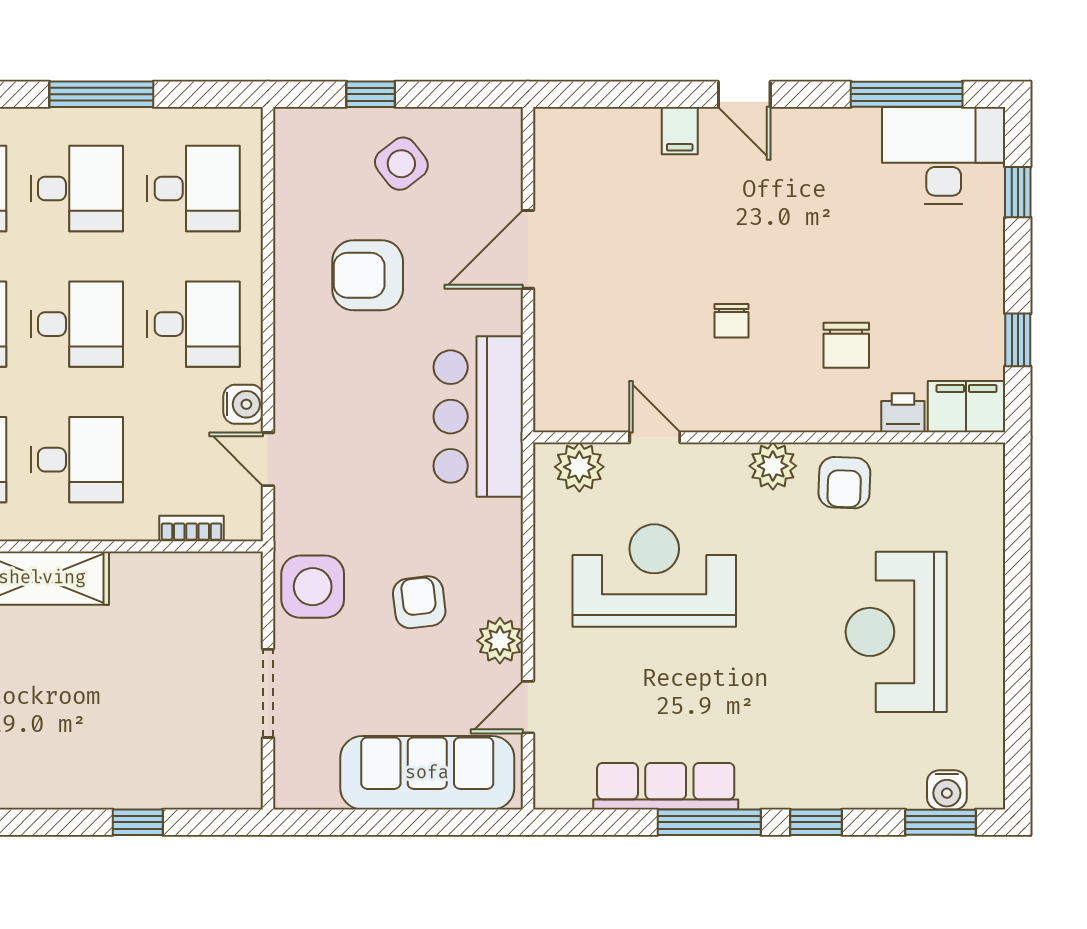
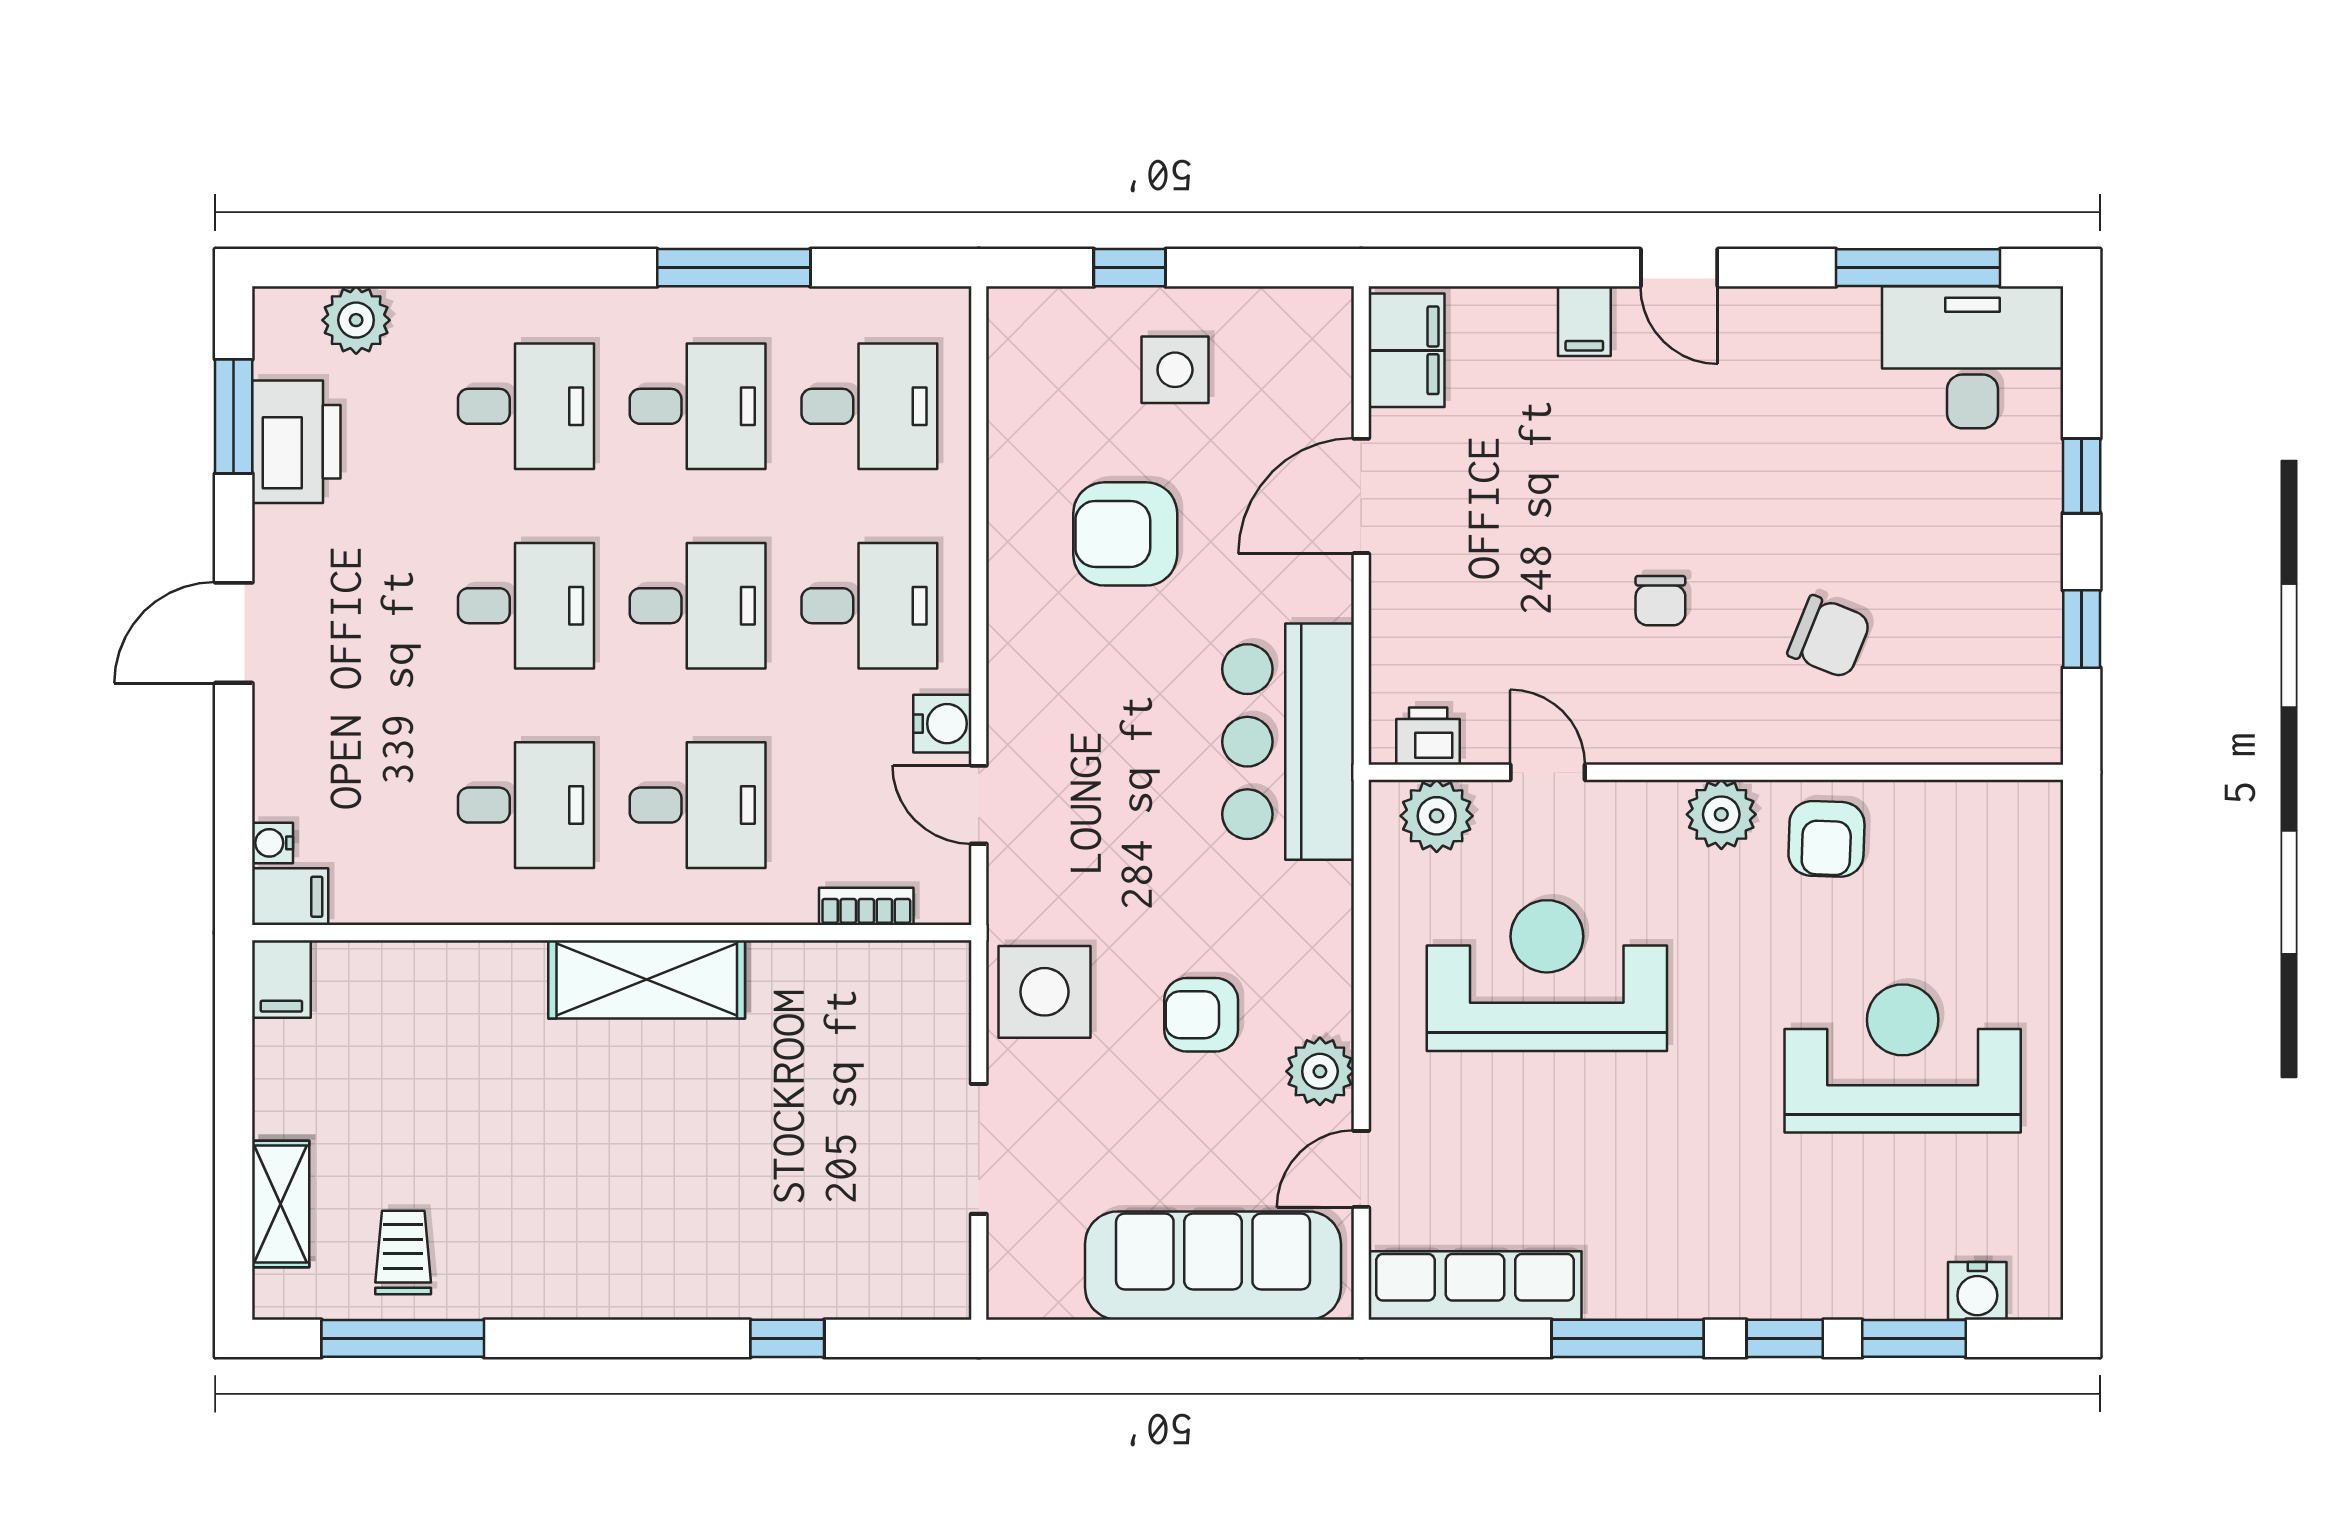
side table: (401, 164) -> (1175, 370), turned 38
window: (1018, 192) -> (2082, 476), moved
chair: (846, 345) -> (1829, 637), turned -68
filing cabinet: (966, 407) -> (1406, 350), moved, turned 90
printer: (903, 413) -> (1428, 736), moved
armchair: (419, 602) -> (1201, 1015), turned -83
reception desk: (896, 632) -> (1903, 1058), turned 90
row of seats: (666, 786) -> (1475, 1286), moved
window: (941, 822) -> (1914, 1338), moved

